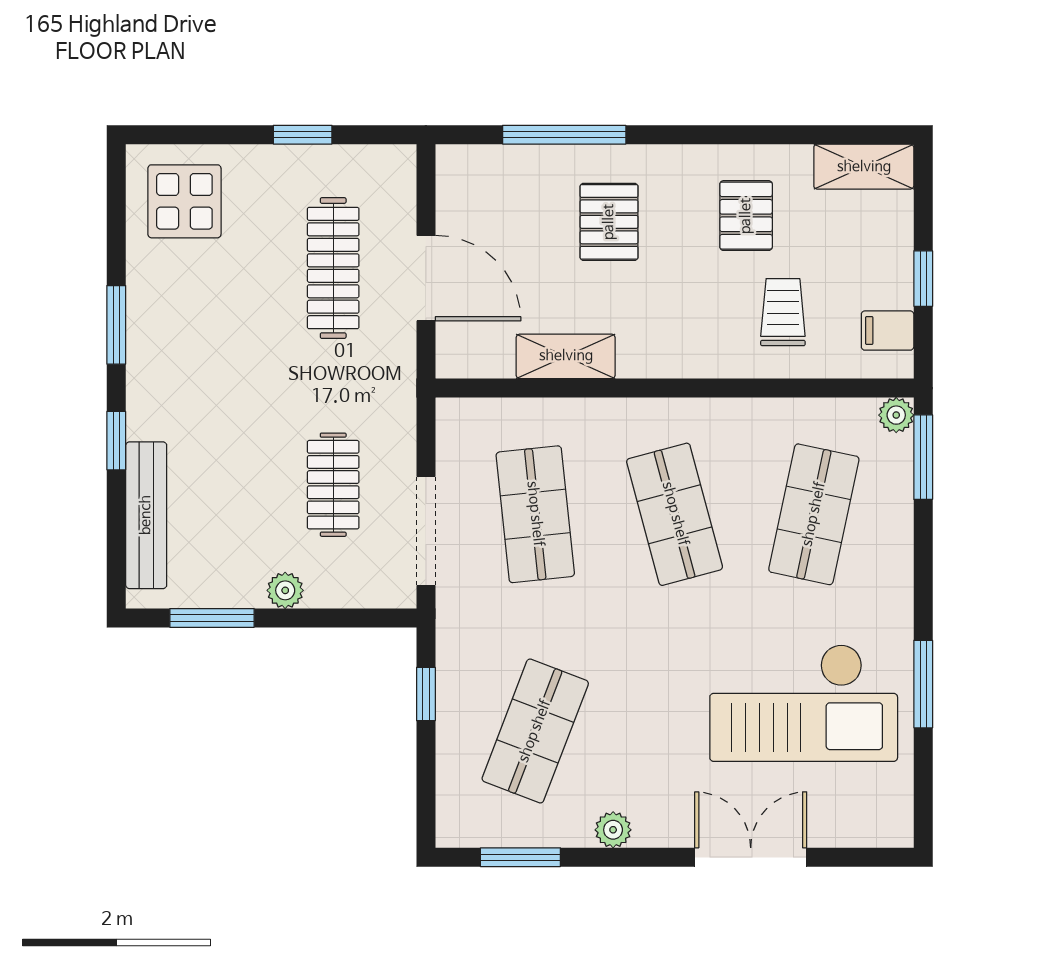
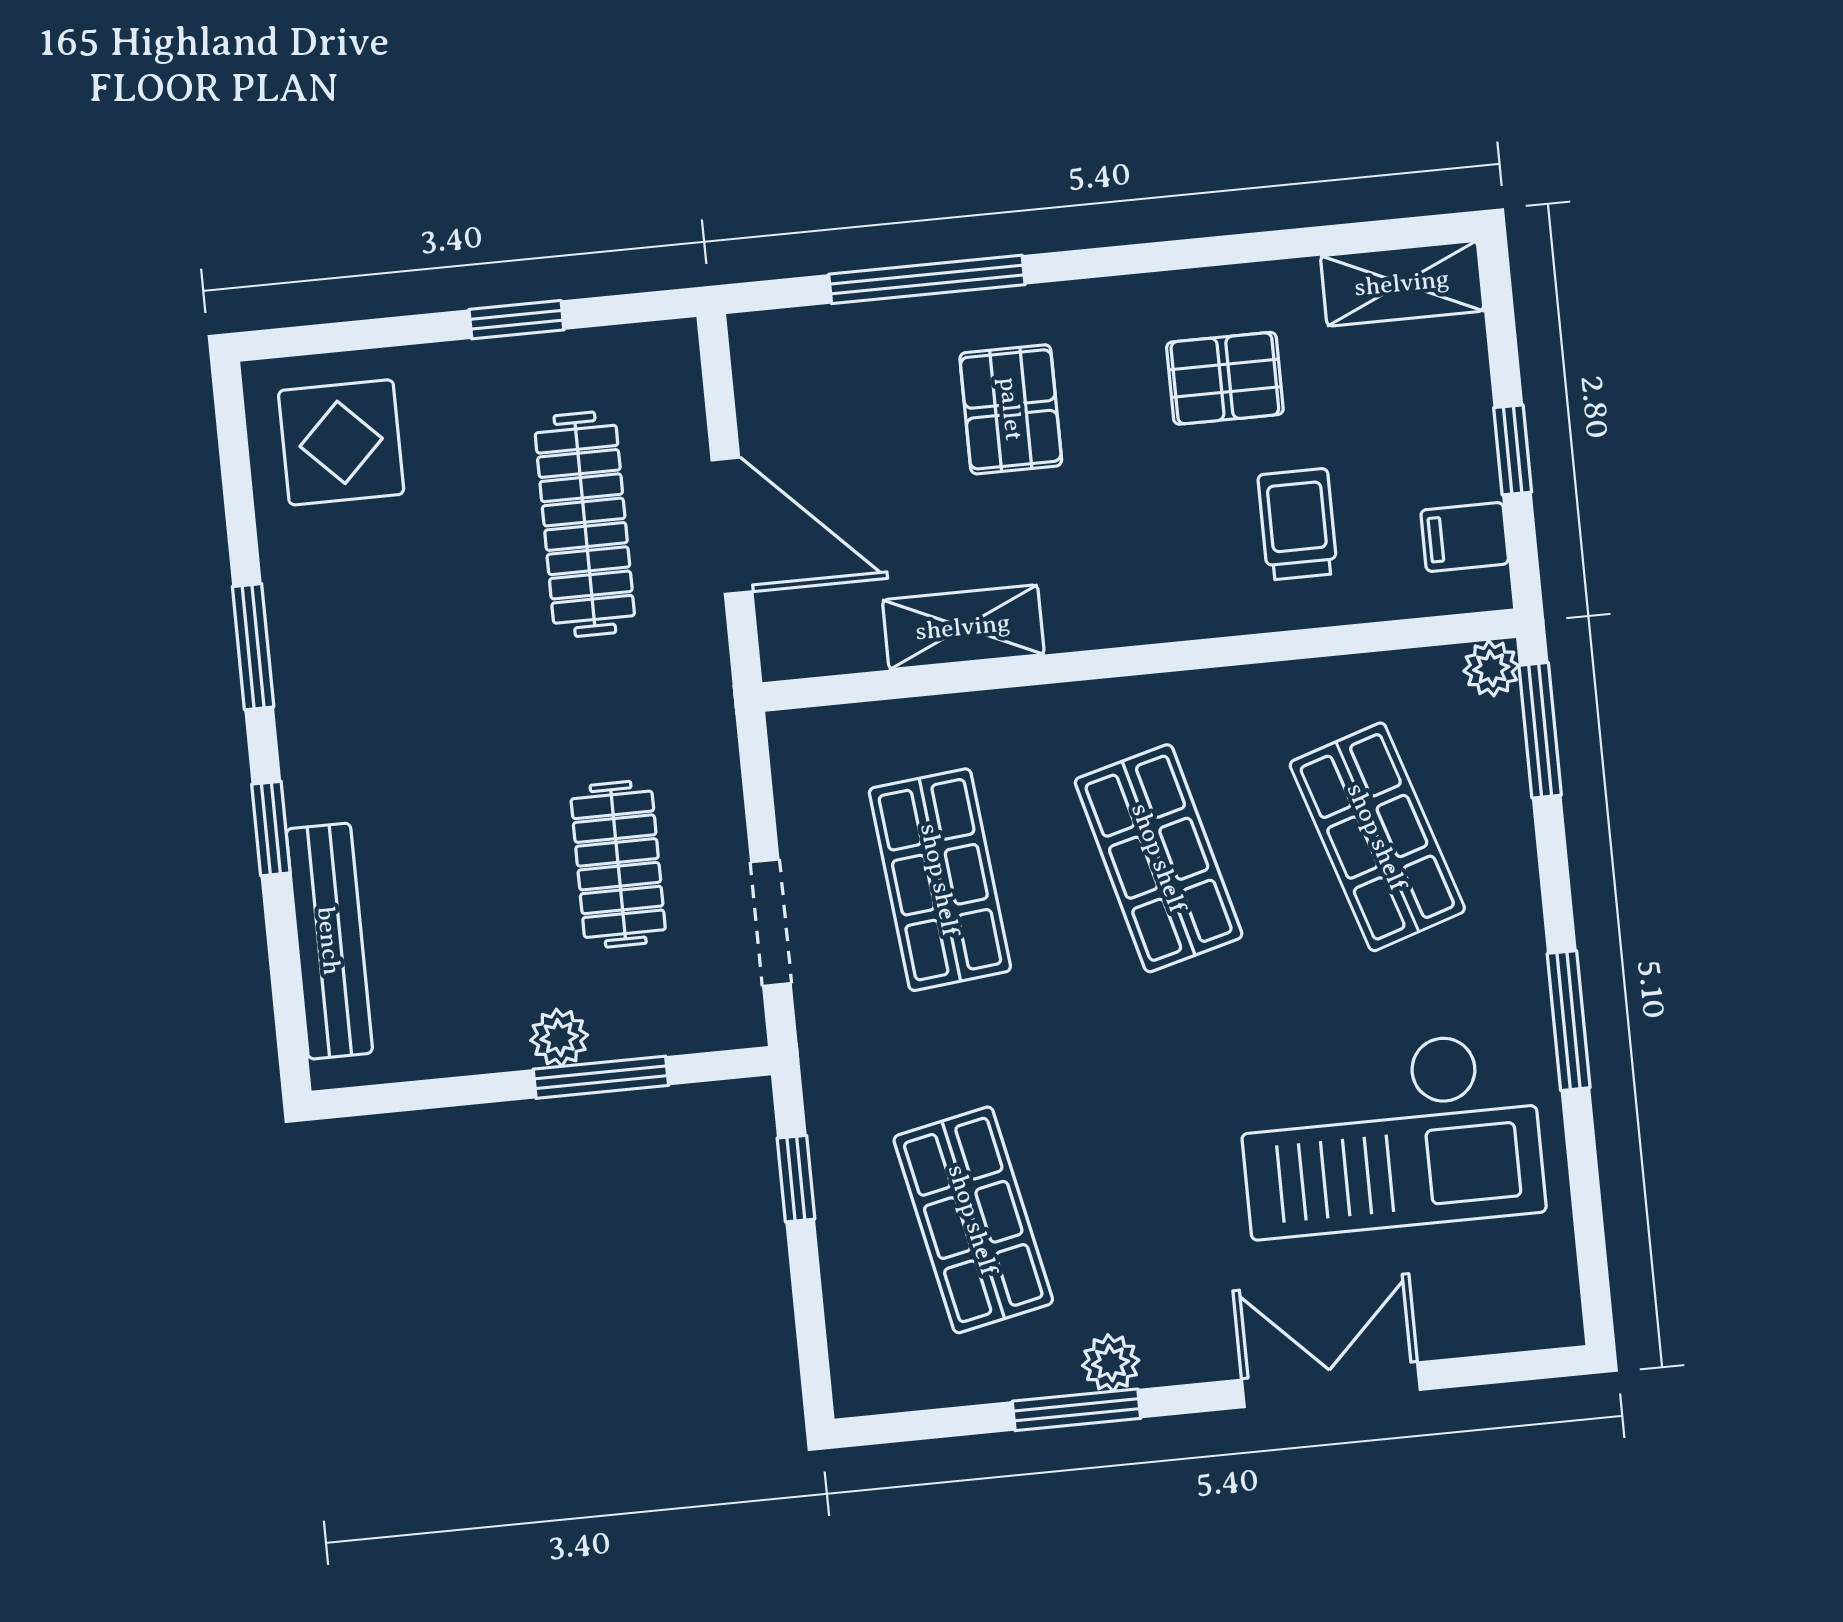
pallet: (746, 216) -> (1225, 378), turned 90
shop shelf: (814, 514) -> (1377, 837), turned -30
doorway: (426, 531) -> (771, 923), width x0.73
window: (212, 618) -> (601, 1077), moved
window: (923, 684) -> (1569, 1021), moved
shop shelf: (535, 731) -> (973, 1220), turned -33
window: (520, 857) -> (1076, 1410), moved

